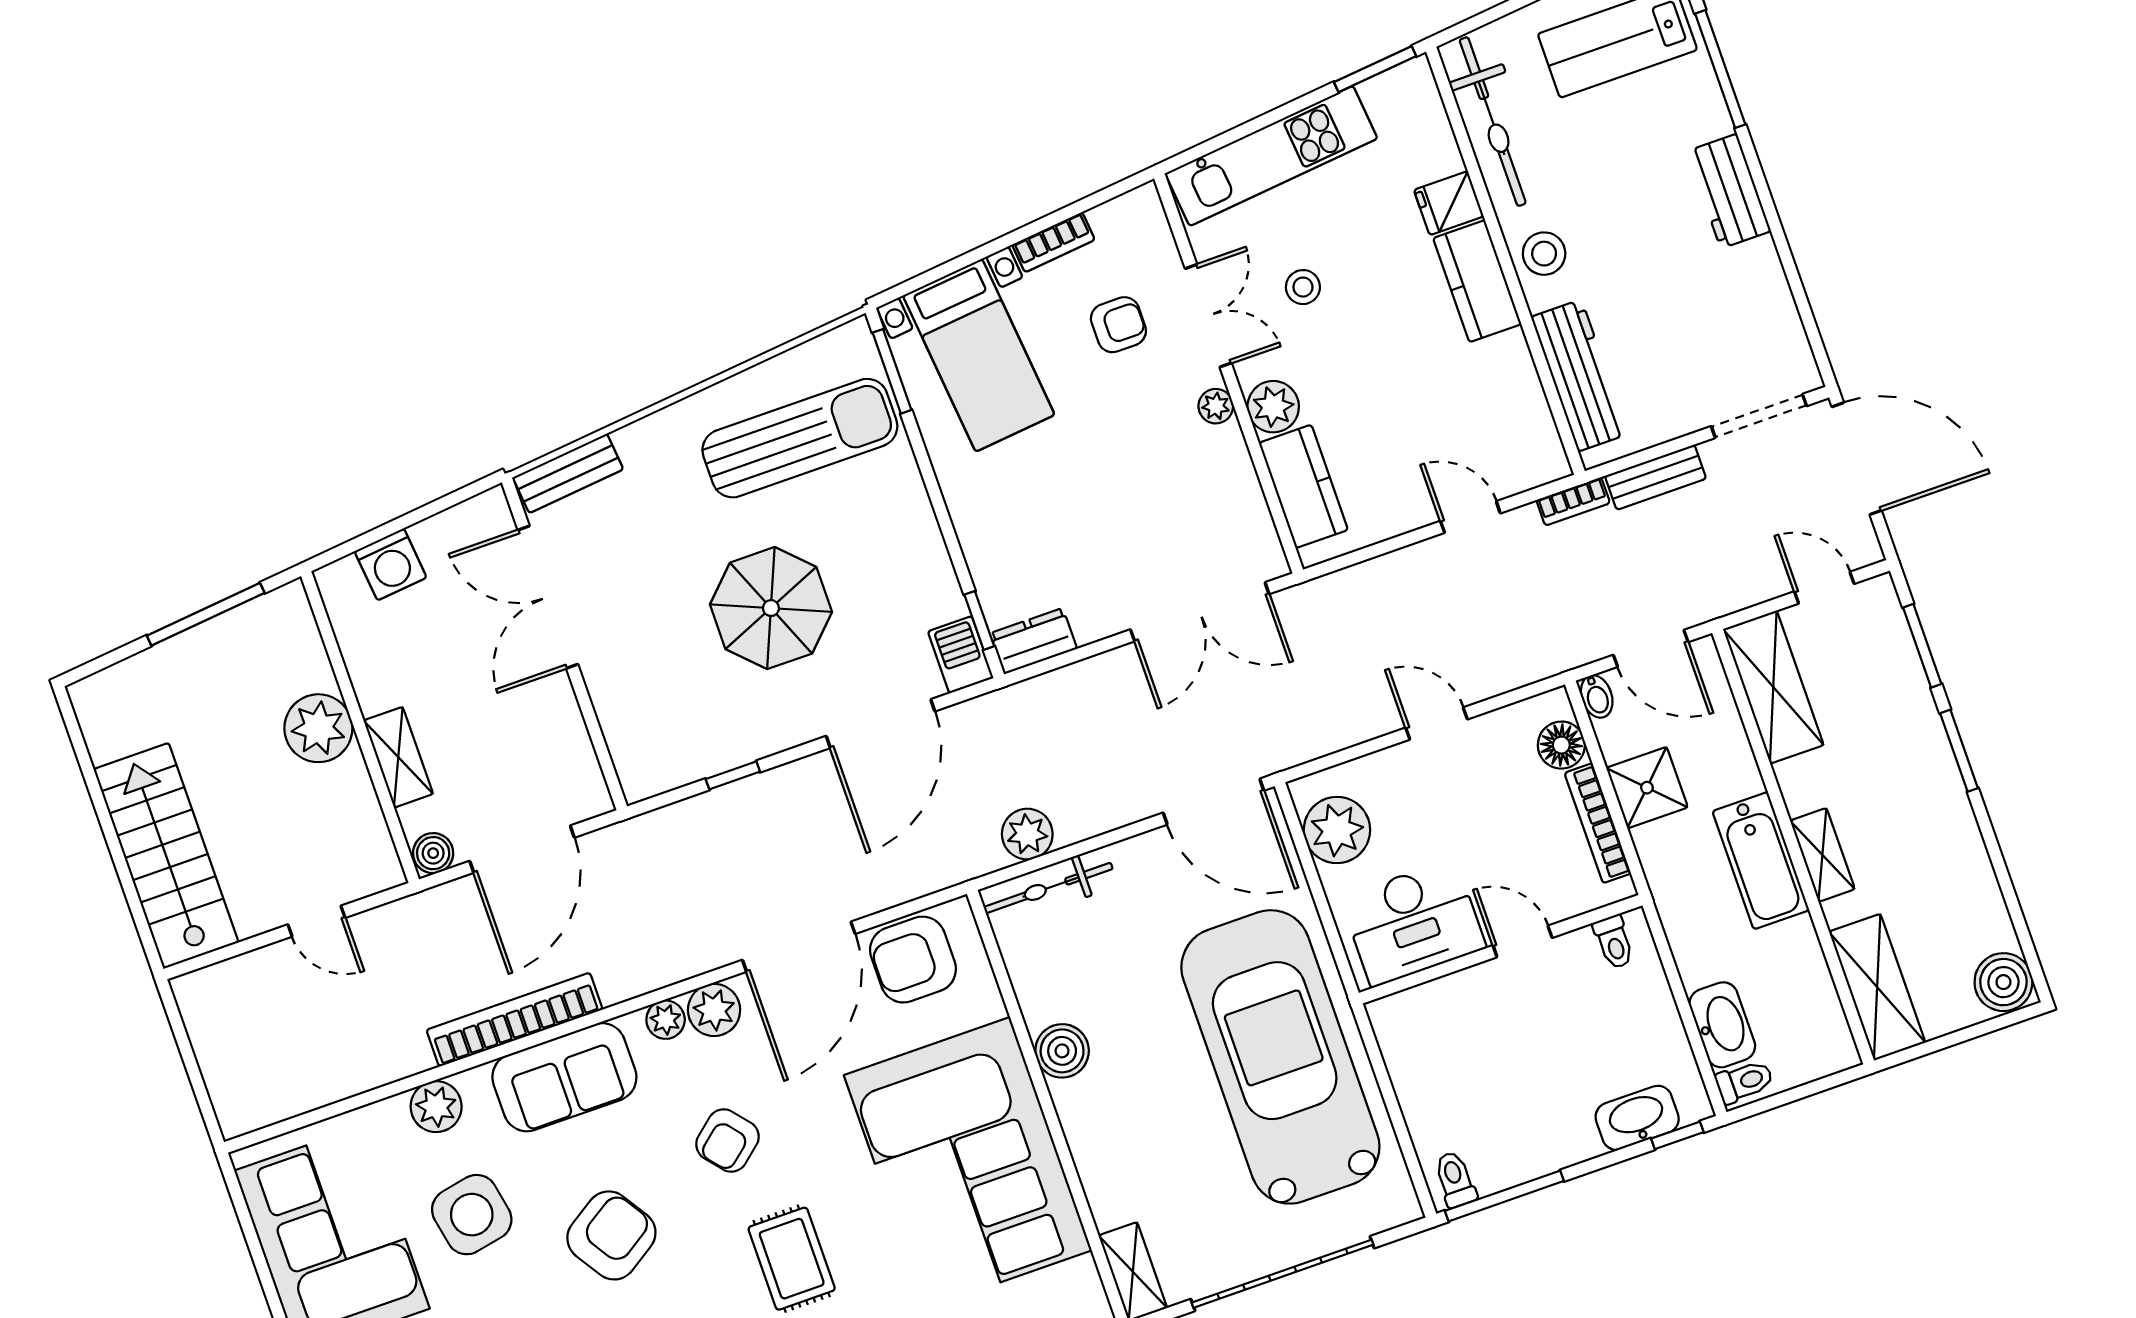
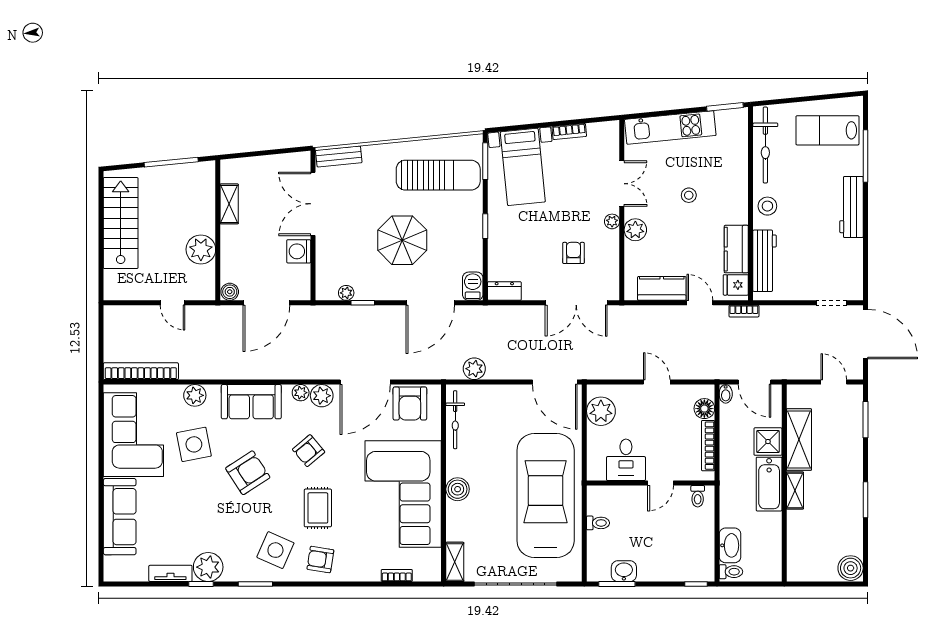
workbench: (1729, 191) -> (851, 207), width x1.38
fridge: (1449, 203) -> (736, 285), moved
kitchen counter: (1477, 281) -> (736, 249), moved
stool: (1303, 287) -> (689, 195), moved
armchair: (1118, 325) -> (574, 253), moved, turned -90
doorway: (1759, 416) -> (832, 303), width x0.73
bench: (1655, 477) -> (781, 313), removed
kitchen counter: (1303, 486) -> (662, 288), moved, turned -90
washing machine: (391, 564) -> (299, 251), moved, turned 96
window: (979, 620) -> (485, 226), moved
shelving: (1773, 687) -> (799, 440), moved
plant: (318, 728) -> (201, 249), moved
window: (1959, 751) -> (865, 500), moved
shelving: (398, 757) -> (229, 204), moved
plant: (689, 766) -> (346, 293), added
shower: (1647, 788) -> (768, 442), moved
stairs: (166, 856) -> (121, 223), moved
bicycle: (1048, 888) -> (455, 420), moved, turned -90
desk: (1413, 923) -> (626, 460), width x0.73
door: (1522, 941) -> (661, 483), swing flipped
armchair: (913, 960) -> (410, 403), turned -90
shelving: (1877, 987) -> (798, 552), removed
bookcase: (515, 1020) -> (141, 371), moved
boiler: (1062, 1051) -> (458, 489), moved
washbasin: (1637, 1118) -> (624, 571), moved, width x0.72
toilet: (1455, 1179) -> (598, 523), moved, turned 90
window: (1504, 1196) -> (617, 584), width x0.69

